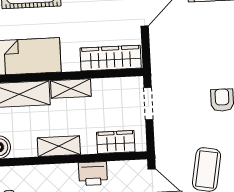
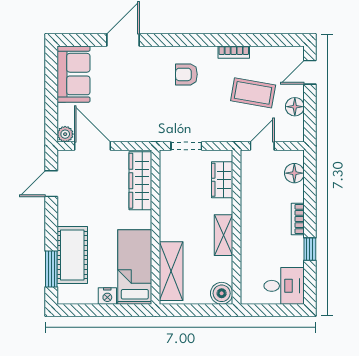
shelving: (71, 89) -> (168, 221), removed
printer: (93, 174) -> (252, 203), removed

